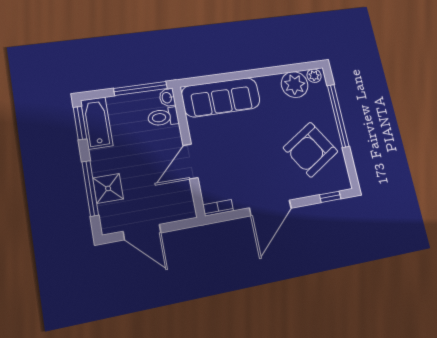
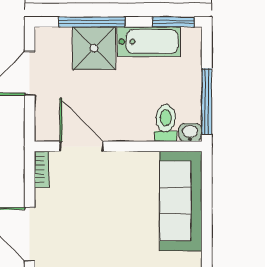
bathtub: (97, 123) -> (149, 42), moved
door: (190, 162) -> (82, 146), moved
shower: (108, 188) -> (94, 48), width x1.36, depth x1.36

